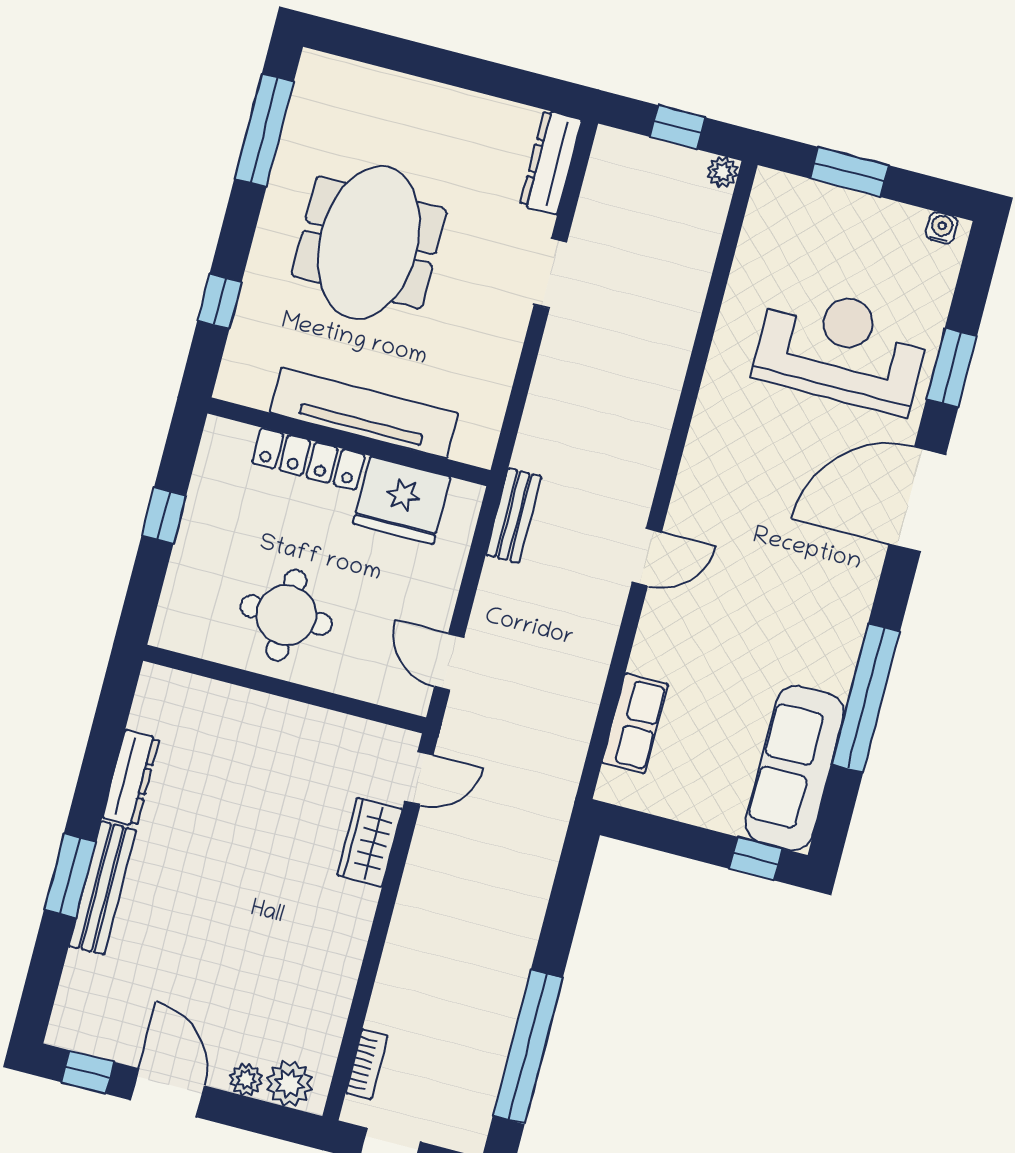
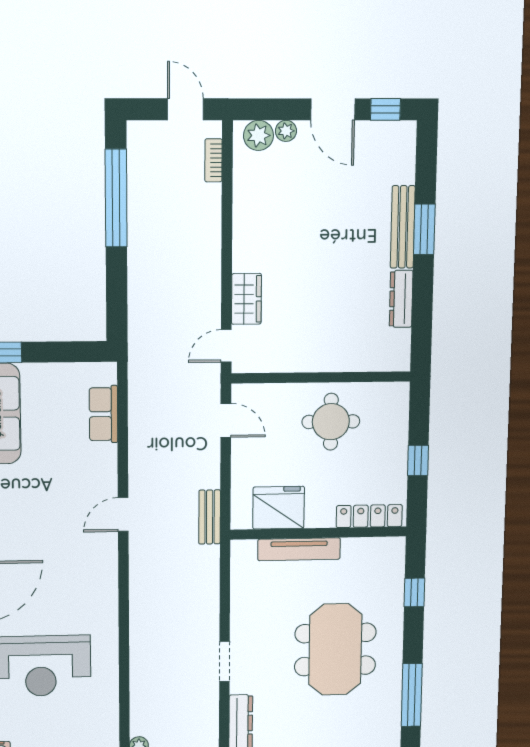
tv unit: (364, 413) -> (299, 549), width x0.73, depth x0.78
locker: (308, 459) -> (369, 516), moved

